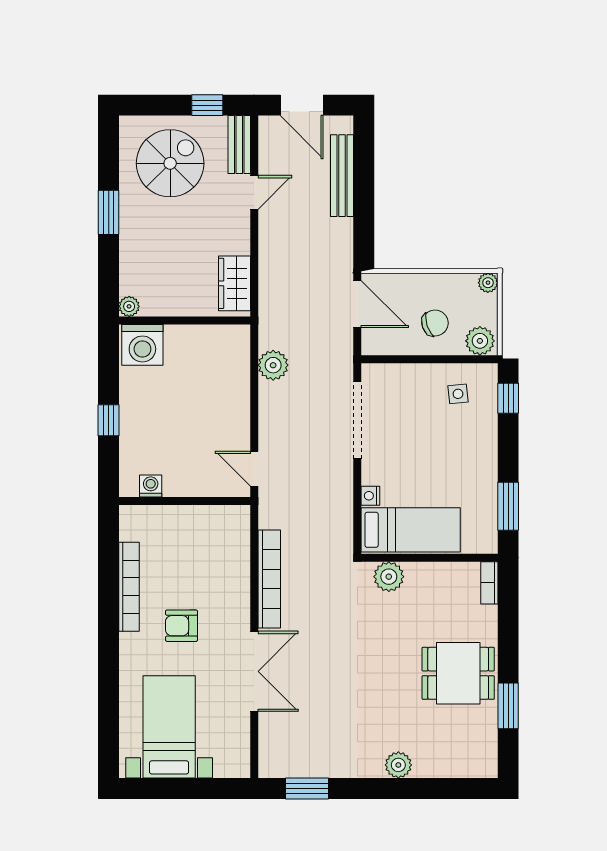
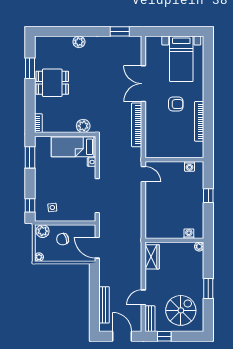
spiral stairs: (170, 163) -> (181, 310), turned 180
washing machine: (142, 345) -> (189, 234), width x0.53, depth x0.53
plant: (273, 365) -> (135, 220), removed

